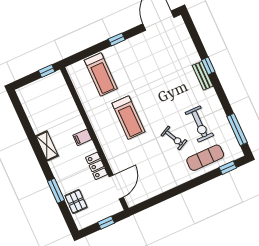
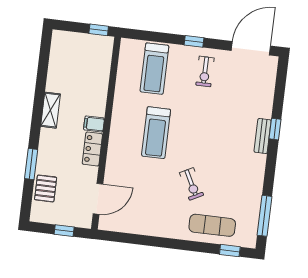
exercise bike: (199, 124) -> (205, 71), moved, width x0.73, depth x0.72
locker: (97, 166) -> (92, 149), moved

